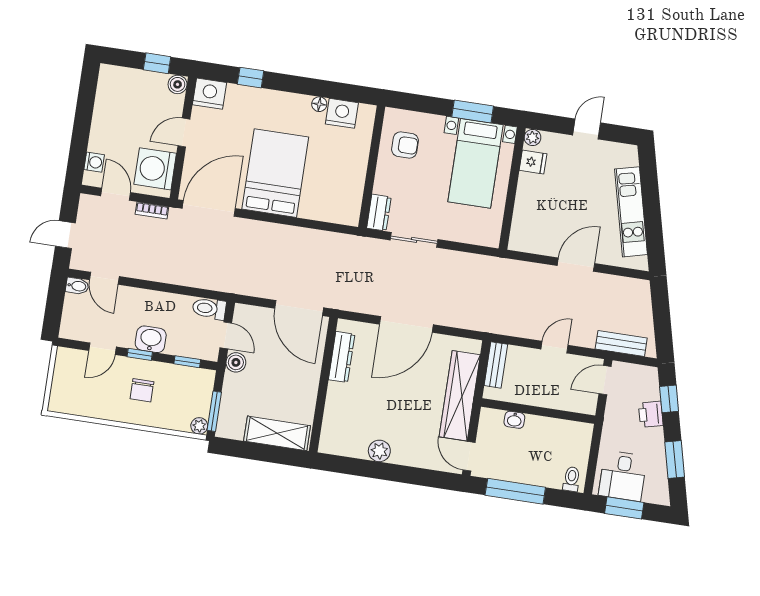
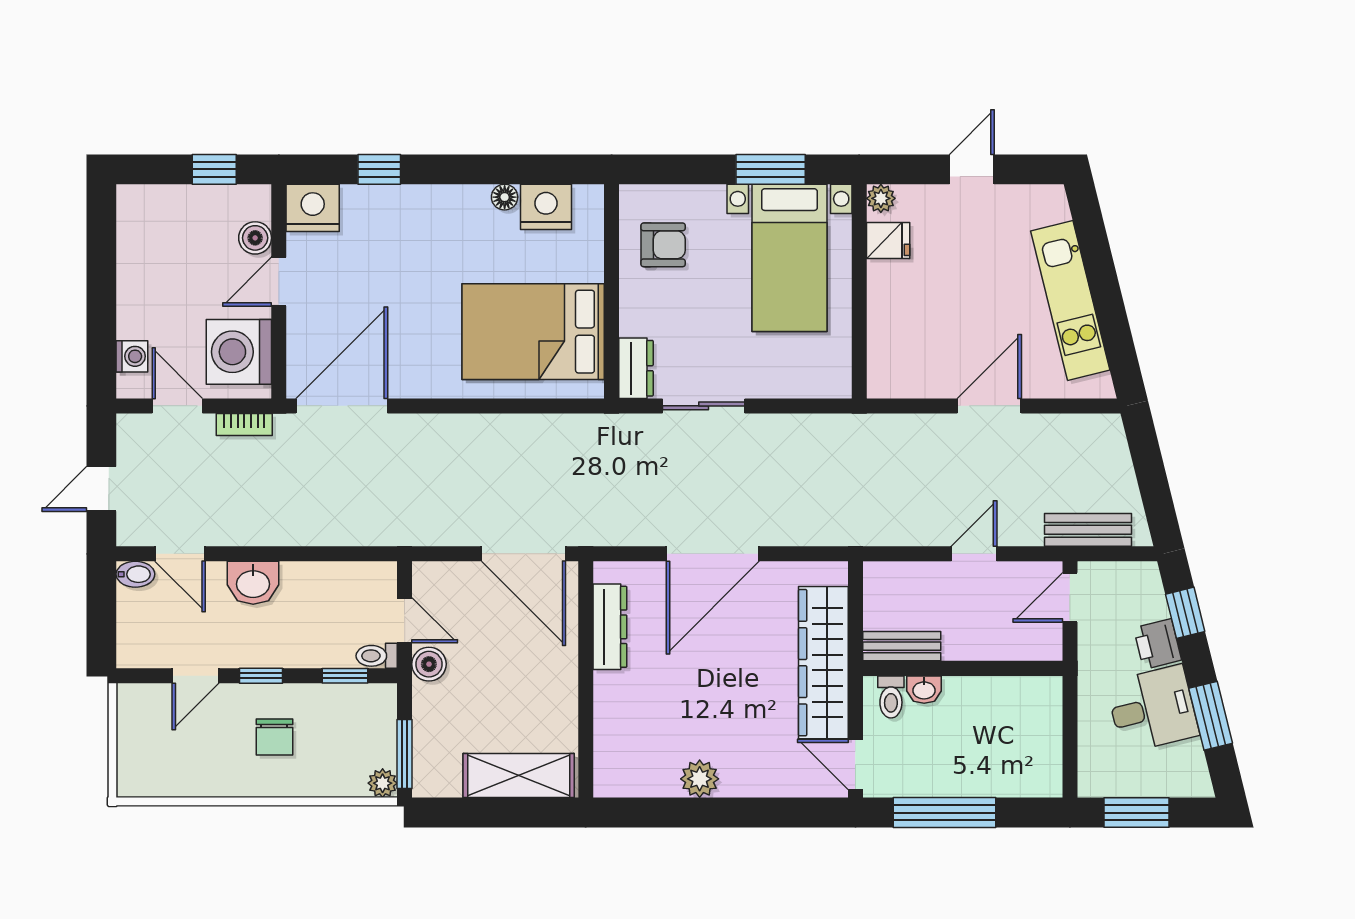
boiler: (178, 84) -> (255, 238), moved
bed: (275, 173) -> (533, 332), moved, turned -90
toilet: (209, 309) -> (377, 656), moved, width x0.73, depth x0.72
washbasin: (151, 339) -> (253, 583), moved, turned 180
bench: (496, 365) -> (902, 646), moved, turned 90
desk: (623, 476) -> (1152, 709), moved, turned -104
toilet: (572, 479) -> (891, 697), moved, turned 180

